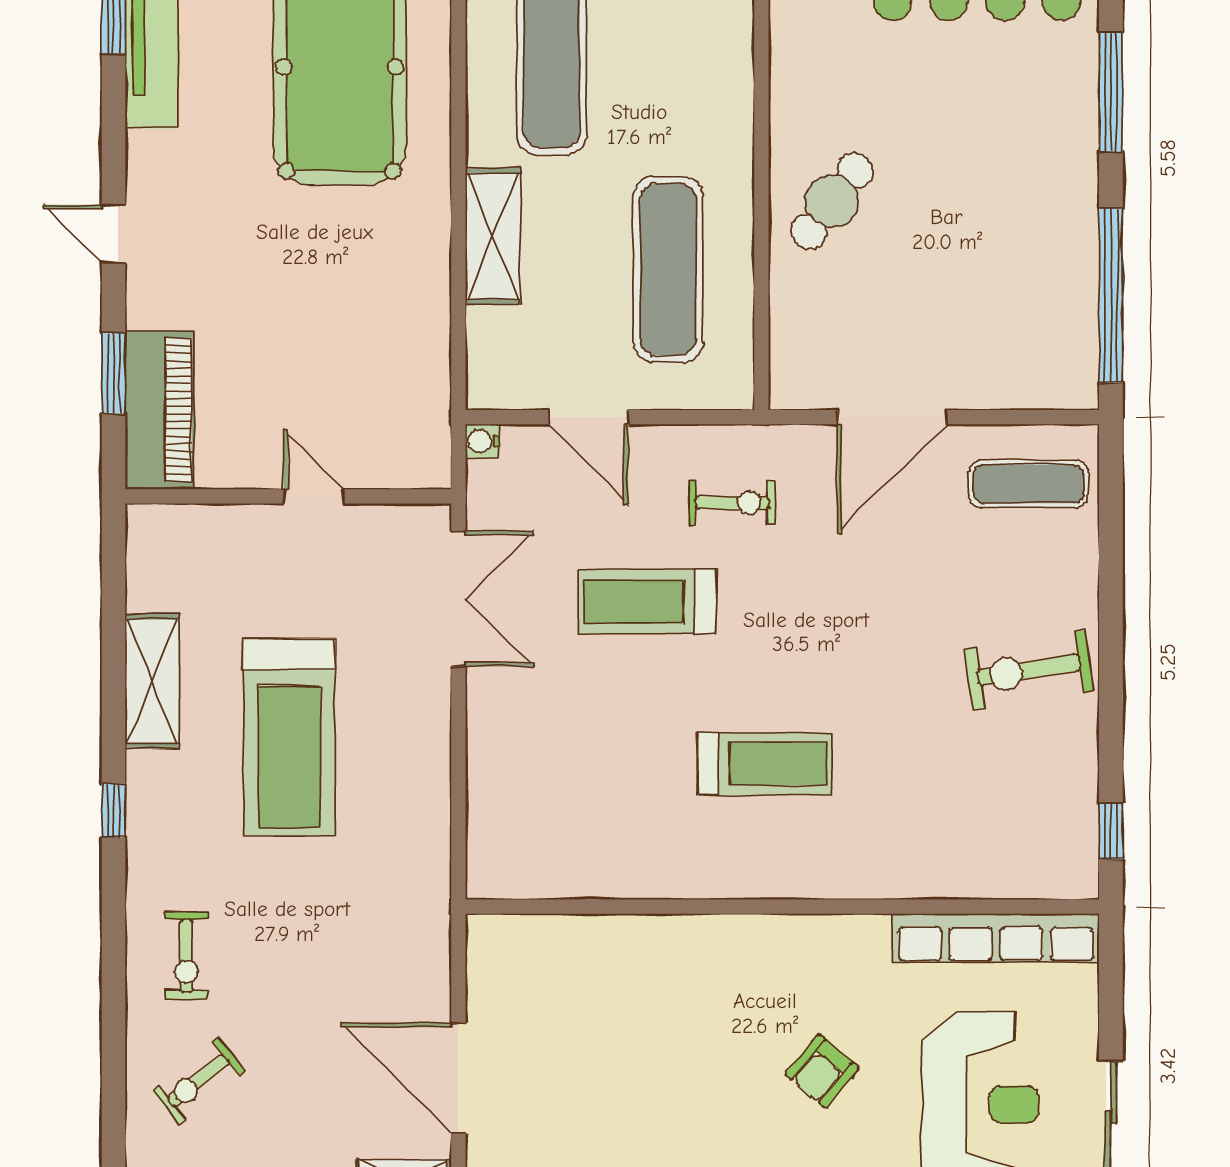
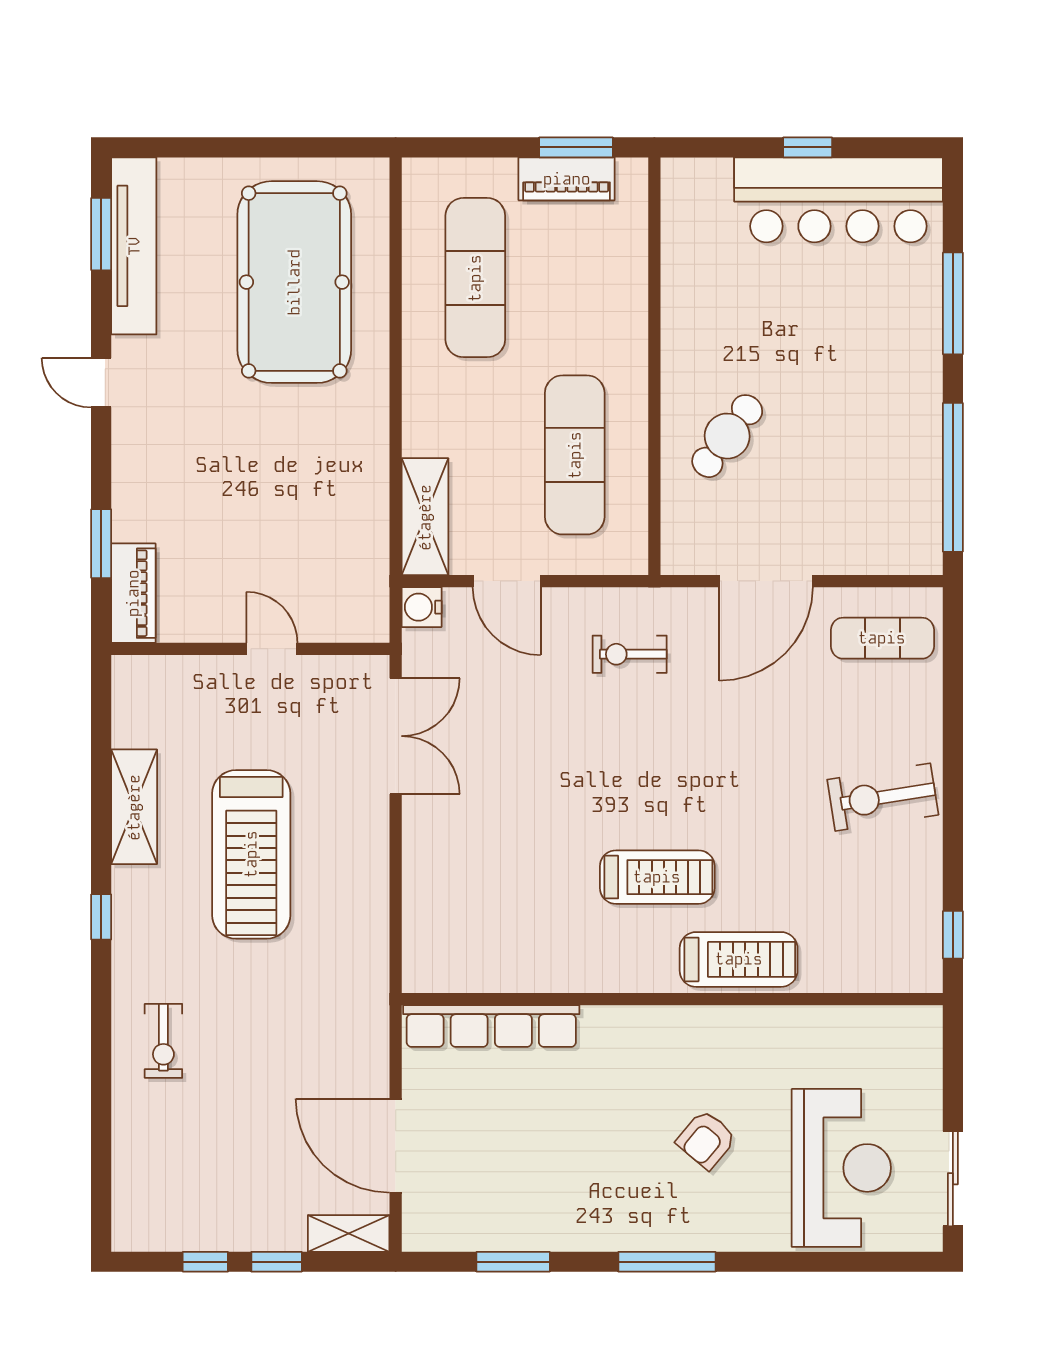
cafe table: (832, 201) -> (727, 436), moved
door: (114, 234) -> (101, 383), moved
shelving: (493, 236) -> (425, 517), moved
piano: (160, 410) -> (133, 593), width x0.73, depth x0.75
water cooler: (482, 441) -> (422, 607), width x1.38, depth x1.38
exercise bike: (732, 503) -> (630, 654), turned 180
treadmill: (647, 602) -> (739, 959), moved, turned 180
row of seats: (996, 938) -> (491, 1026), moved
exercise bike: (198, 1081) -> (174, 1148), removed

